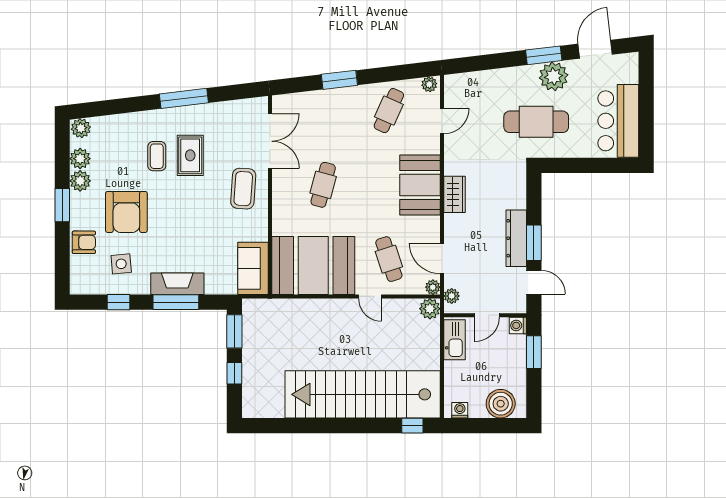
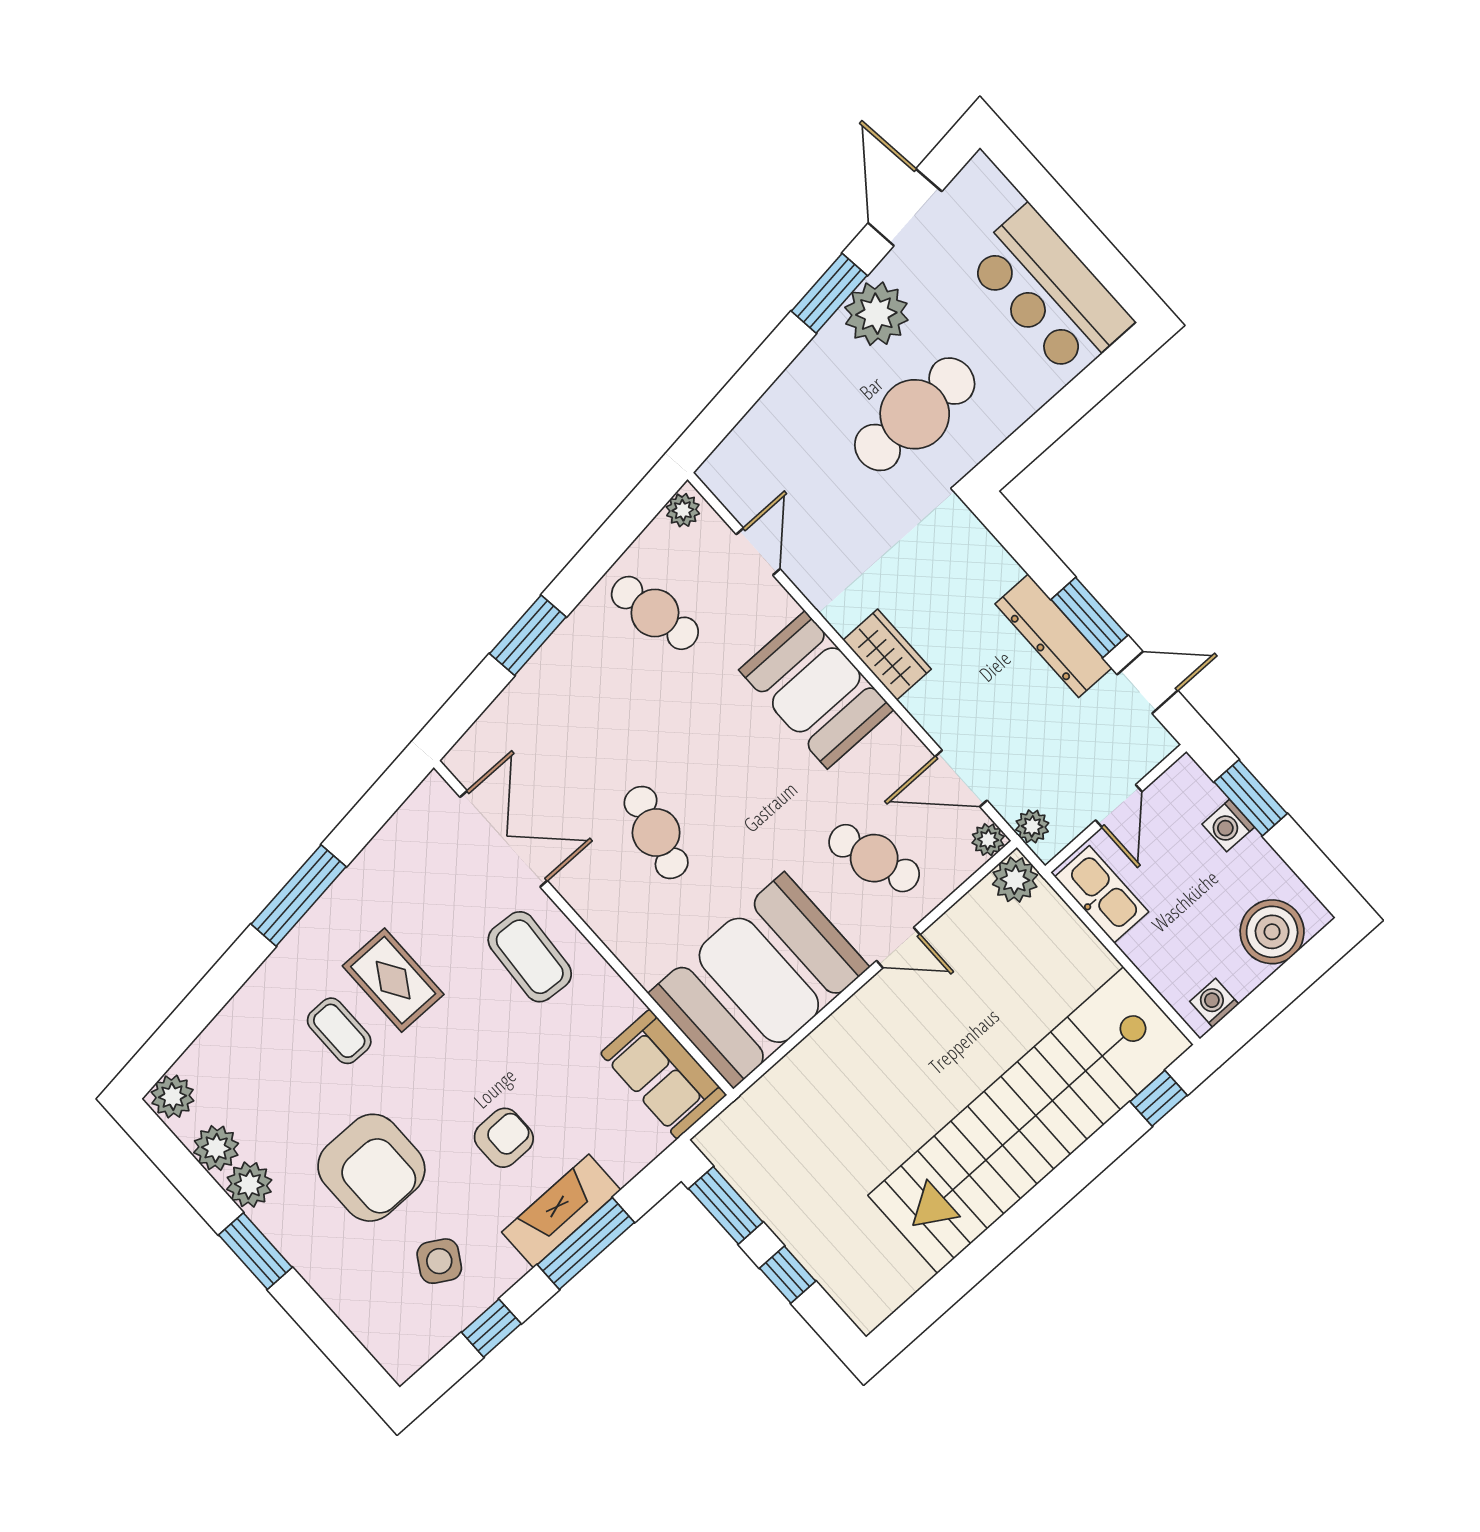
cafe table: (389, 111) -> (655, 613), turned -36
armchair: (84, 242) -> (504, 1138), moved
side table: (121, 264) -> (439, 1261), turned 36
washing machine: (518, 325) -> (1228, 826), moved

